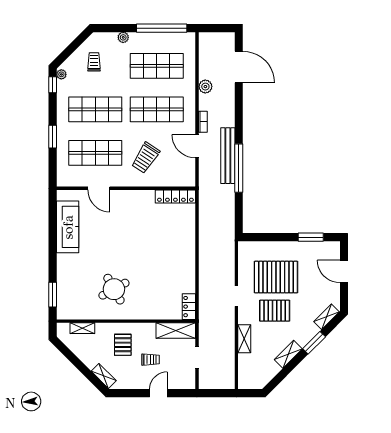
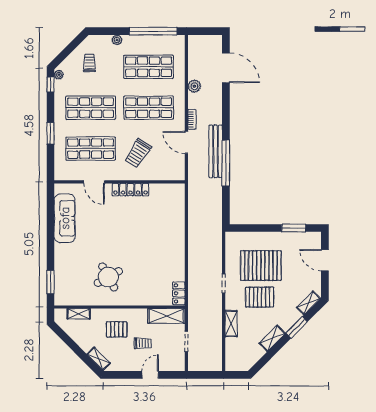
locker: (175, 196) -> (130, 190), moved
pallet: (123, 345) -> (117, 329), turned 90

